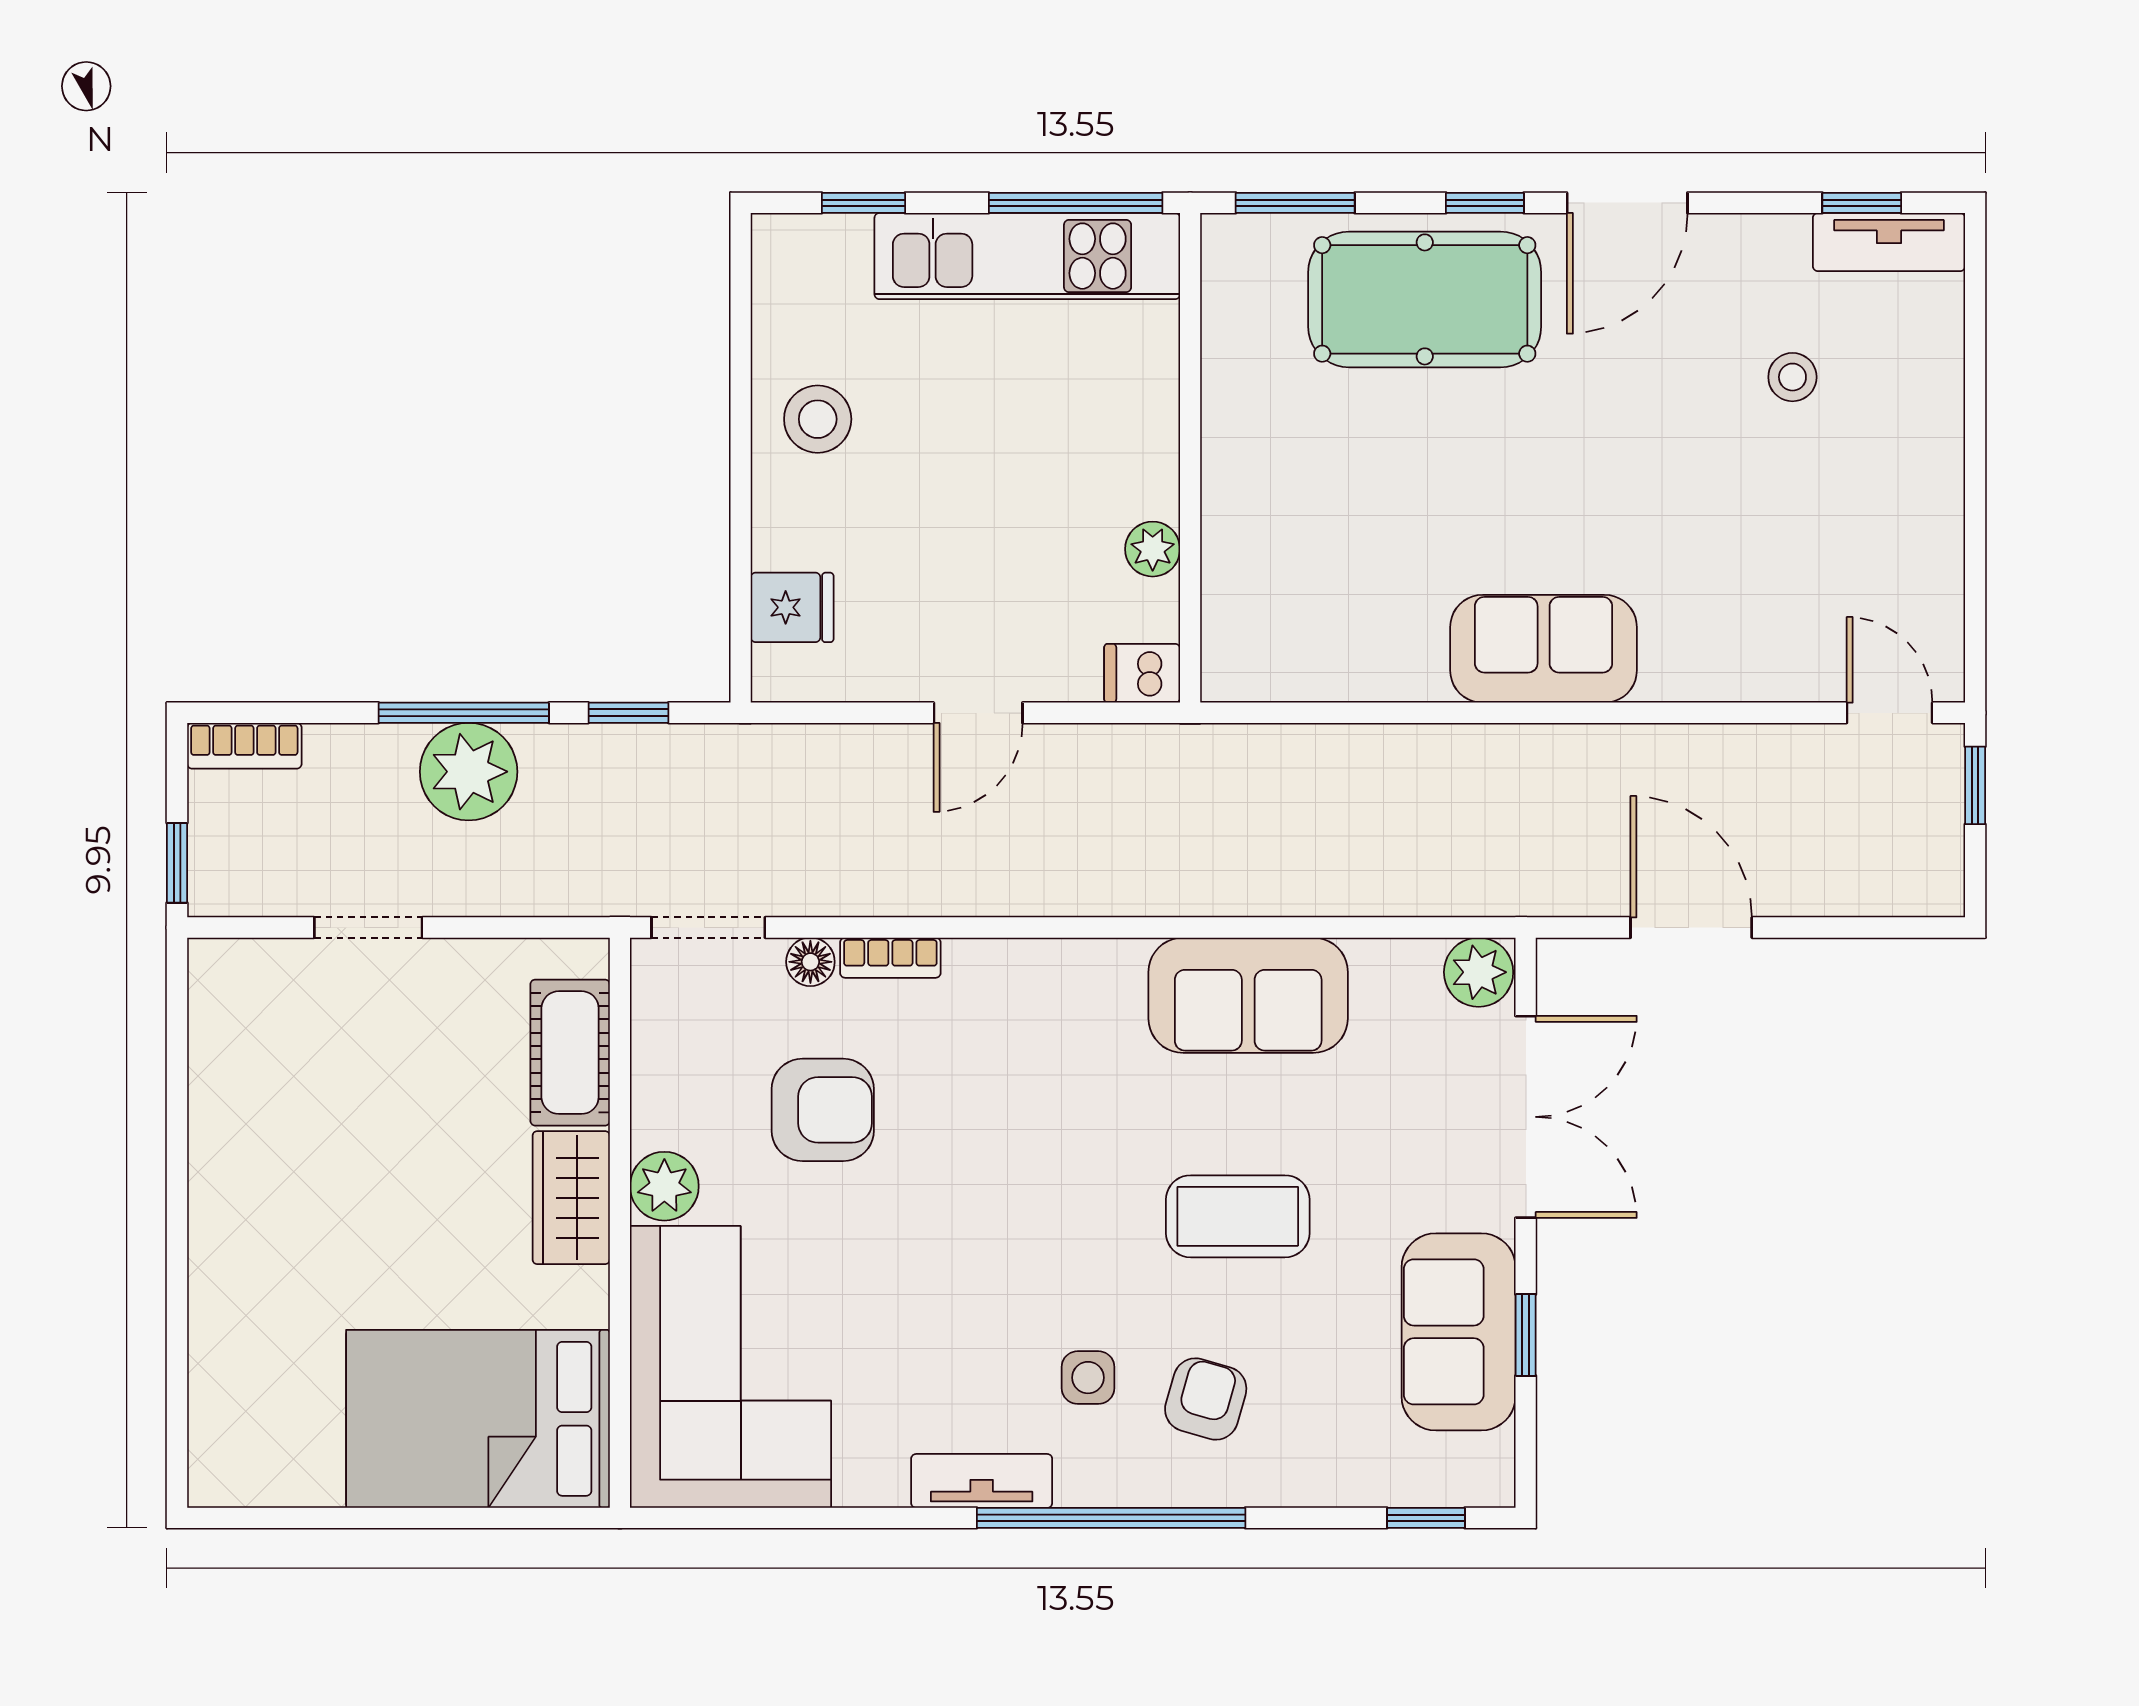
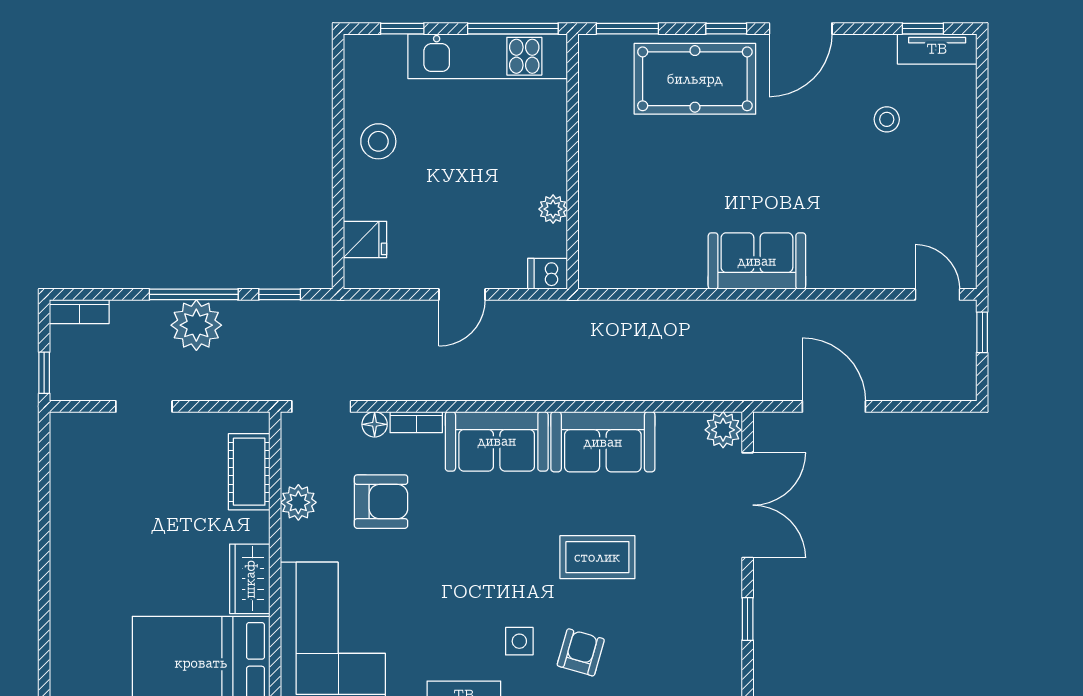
plant: (664, 1186) -> (298, 502), moved
wardrobe: (571, 1198) -> (250, 579), moved
sofa: (1459, 1332) -> (497, 441), moved, turned -90

